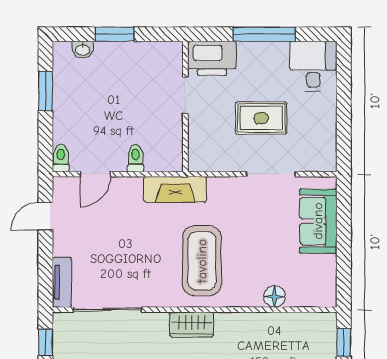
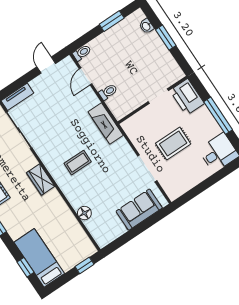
rug: (261, 118) -> (173, 144), turned 90
door: (95, 174) -> (86, 76), hinge flipped
door: (45, 216) -> (46, 65), hinge flipped
coffee table: (202, 261) -> (78, 163), width x0.54, depth x0.58

